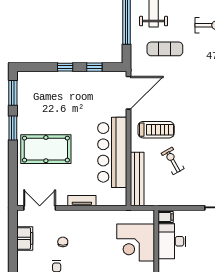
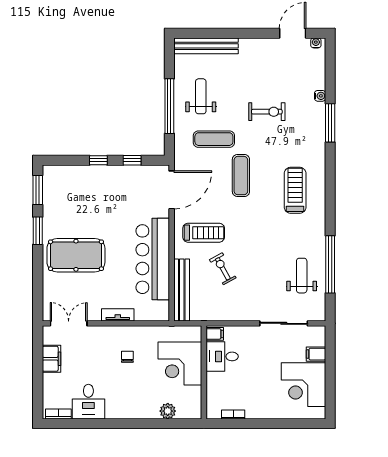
exercise mat: (188, 80) -> (241, 176), added
desk: (172, 241) -> (222, 356), width x0.73
chair: (63, 242) -> (127, 357), moved

